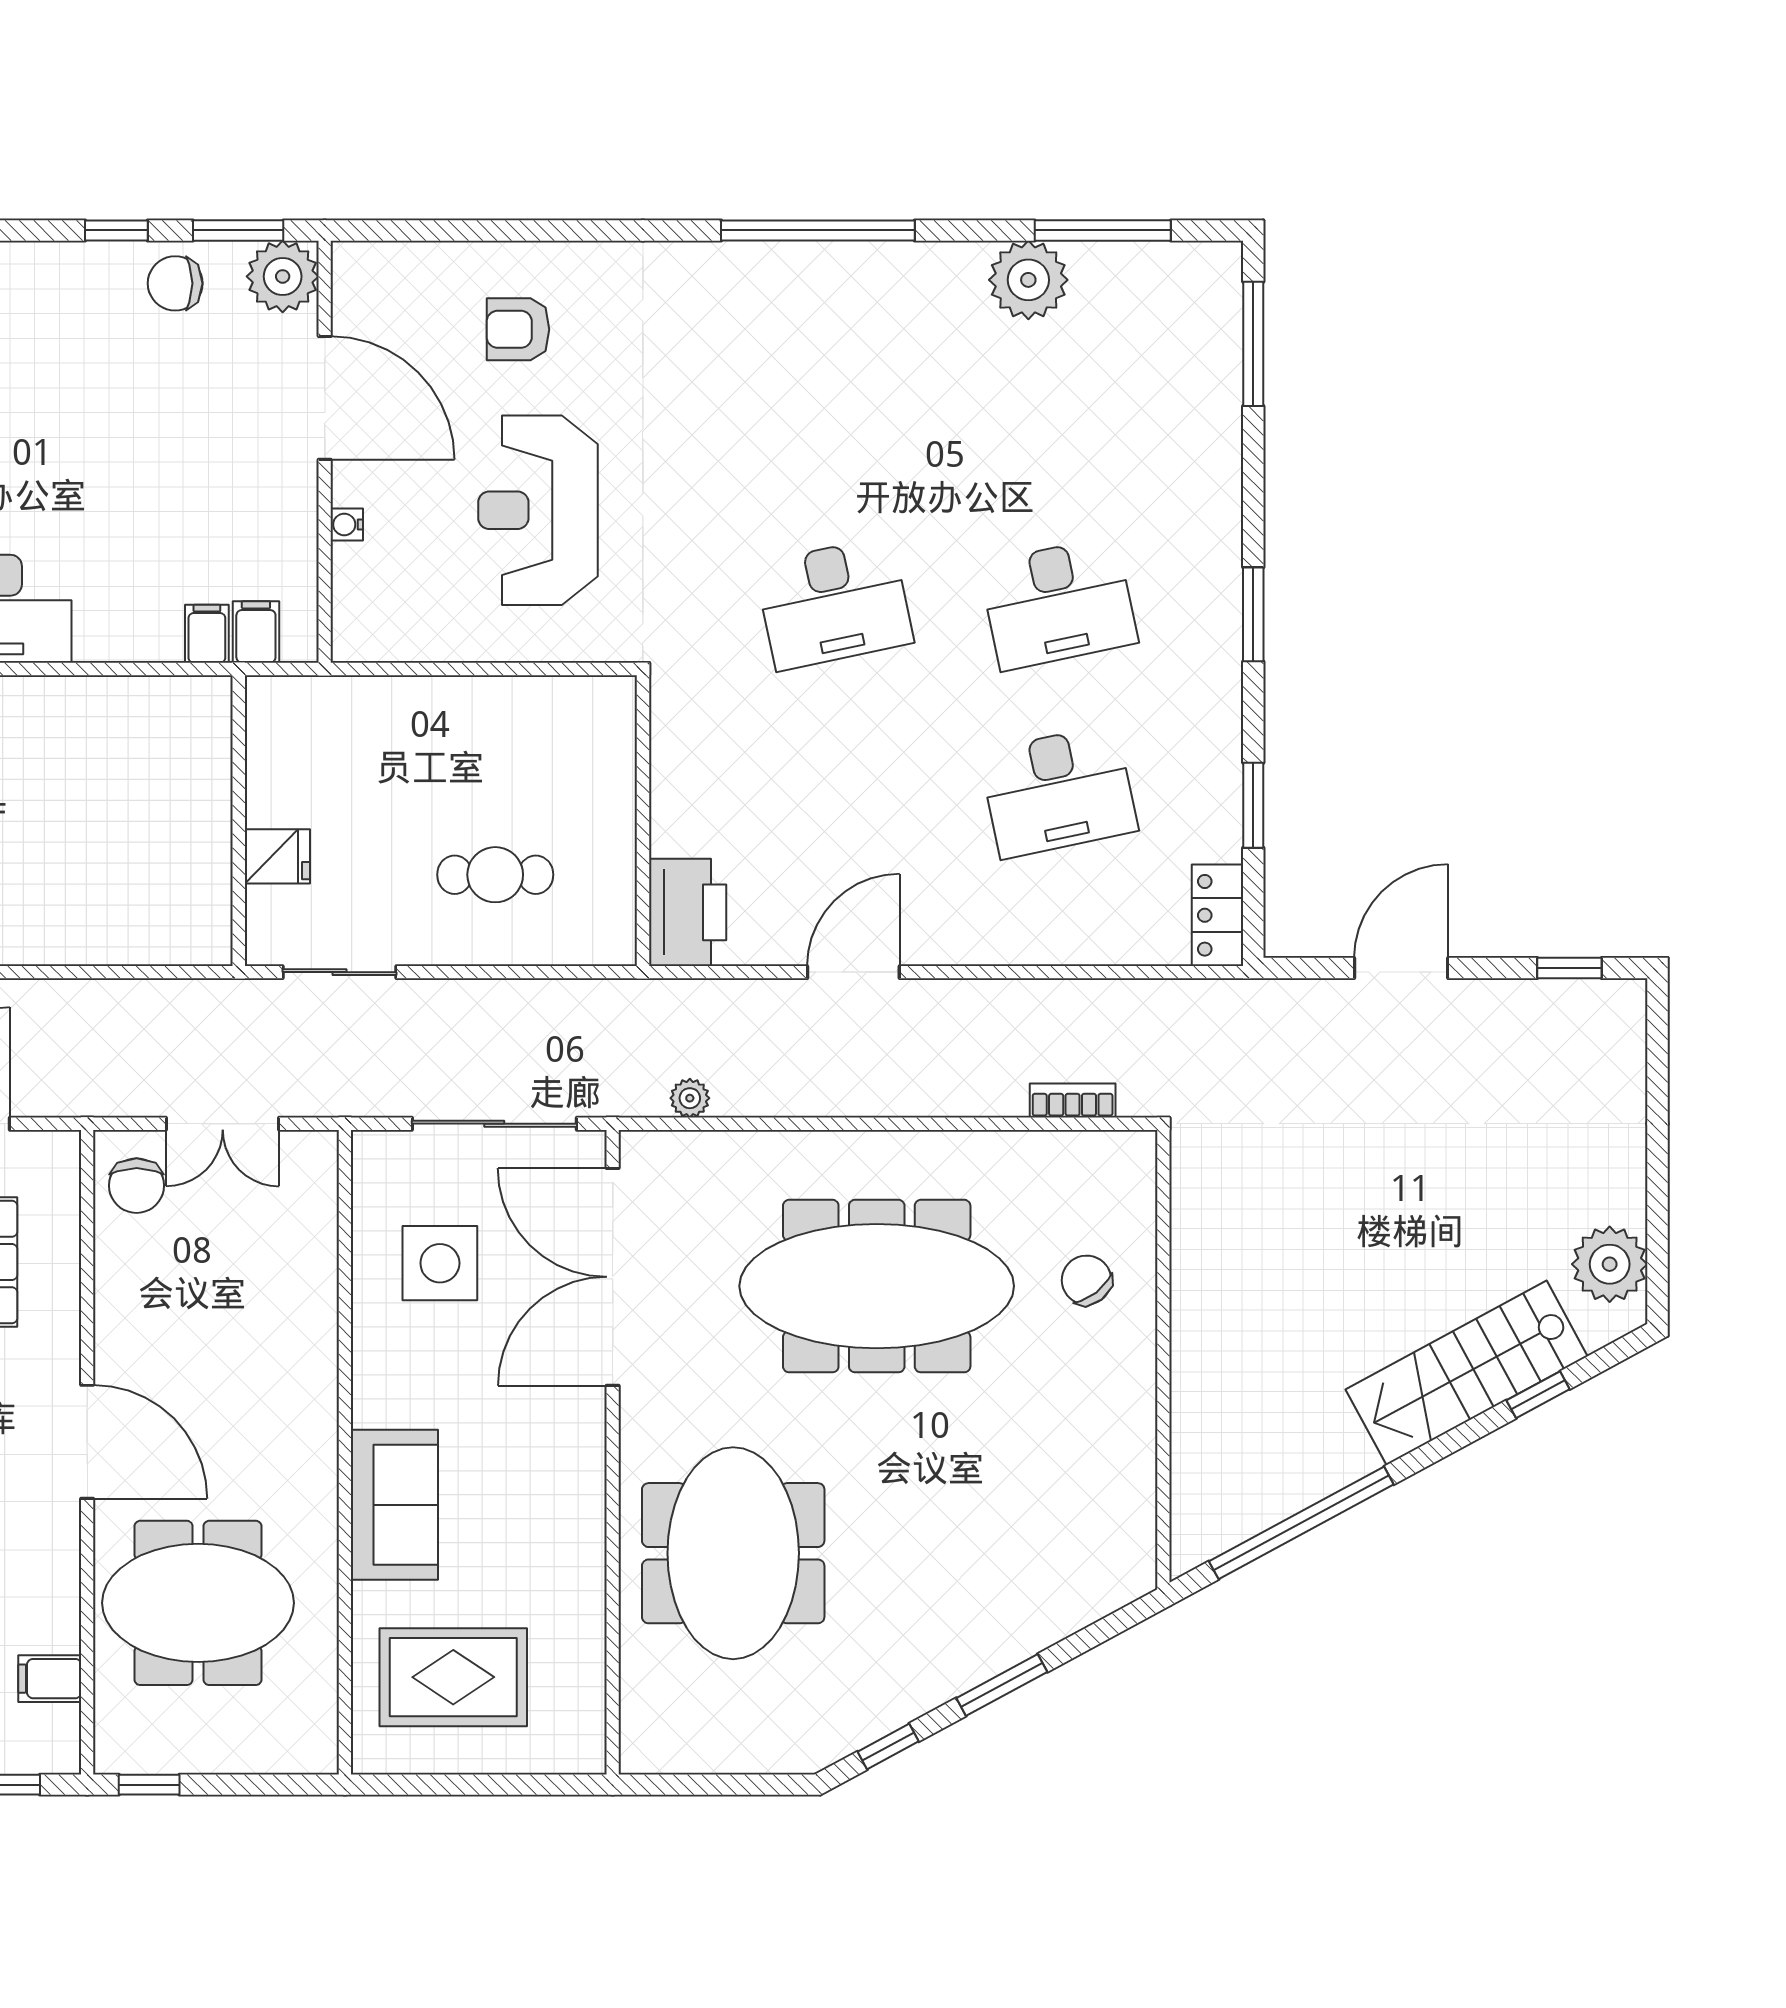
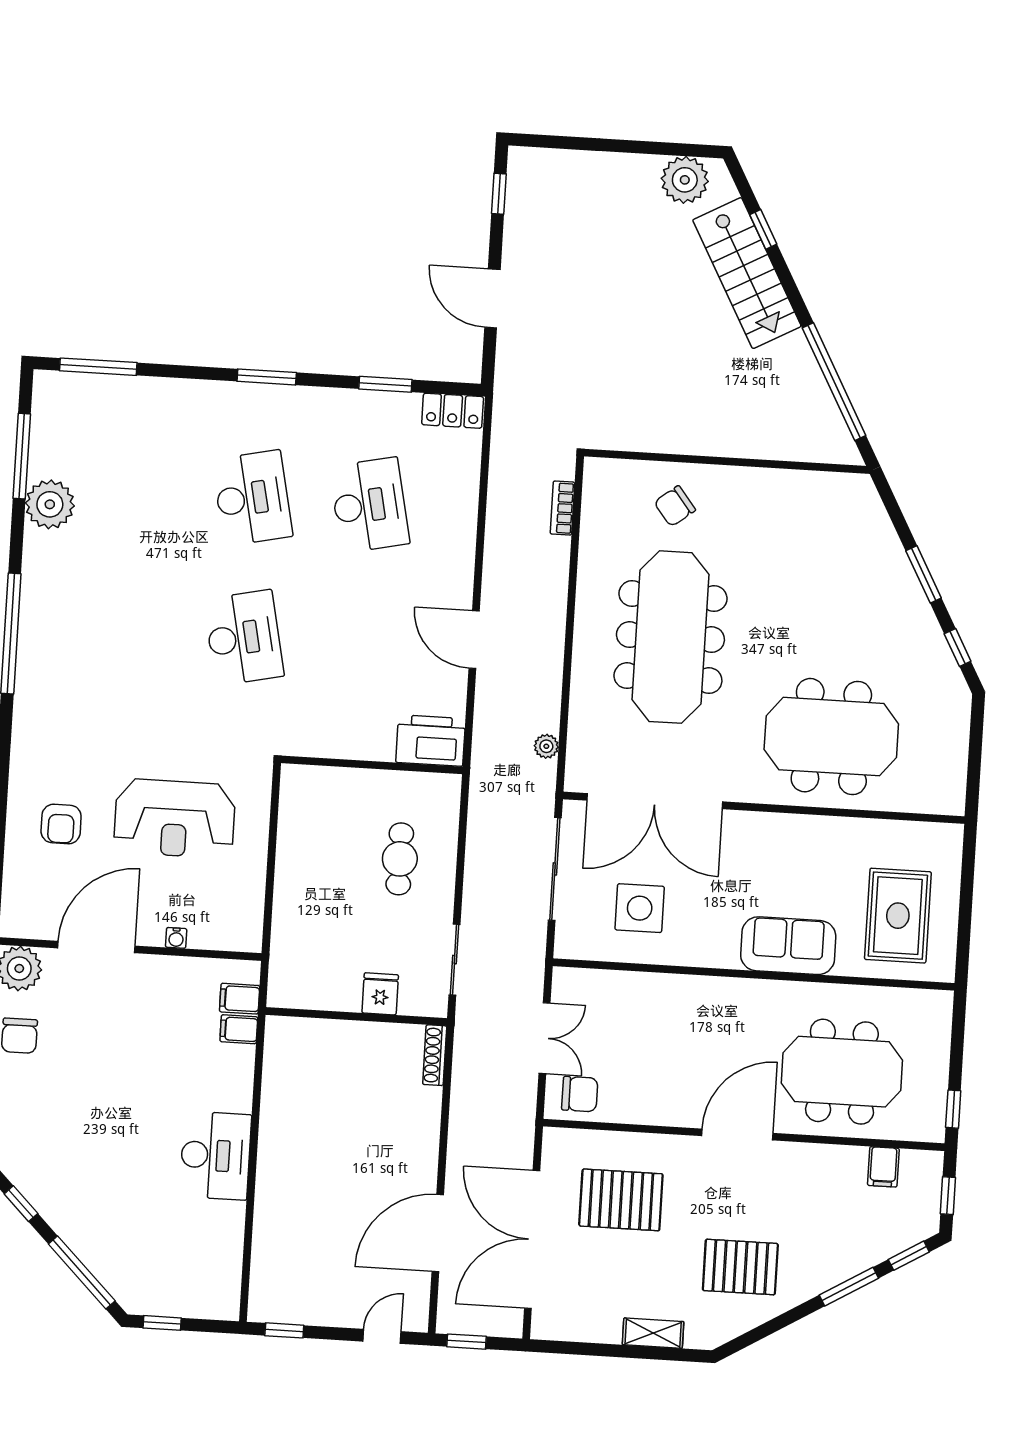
shoe rack: (185, 950) -> (435, 1055), added
meeting table: (198, 1603) -> (842, 1072), turned 90

